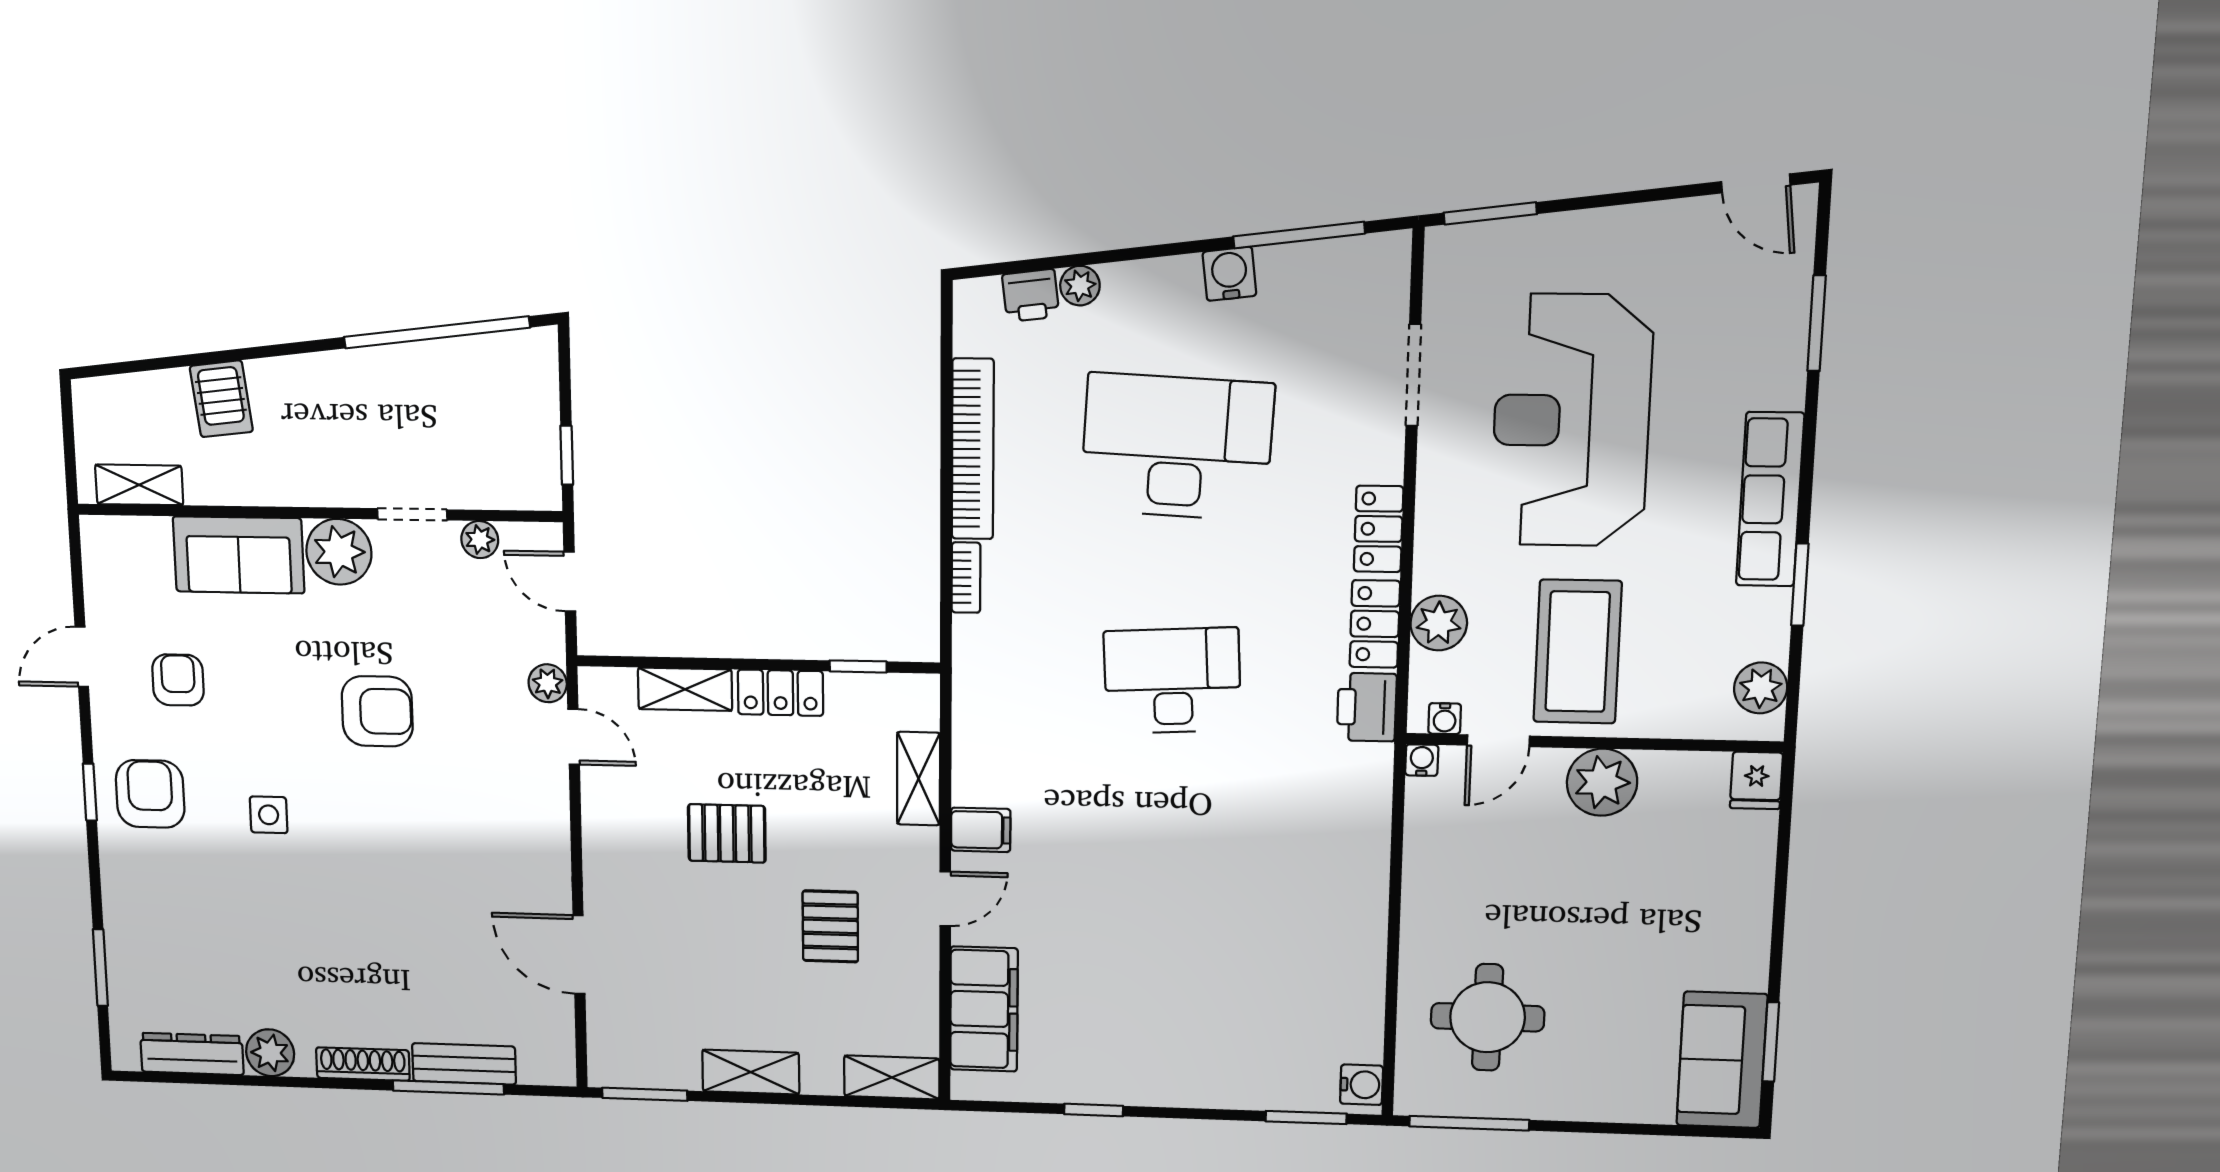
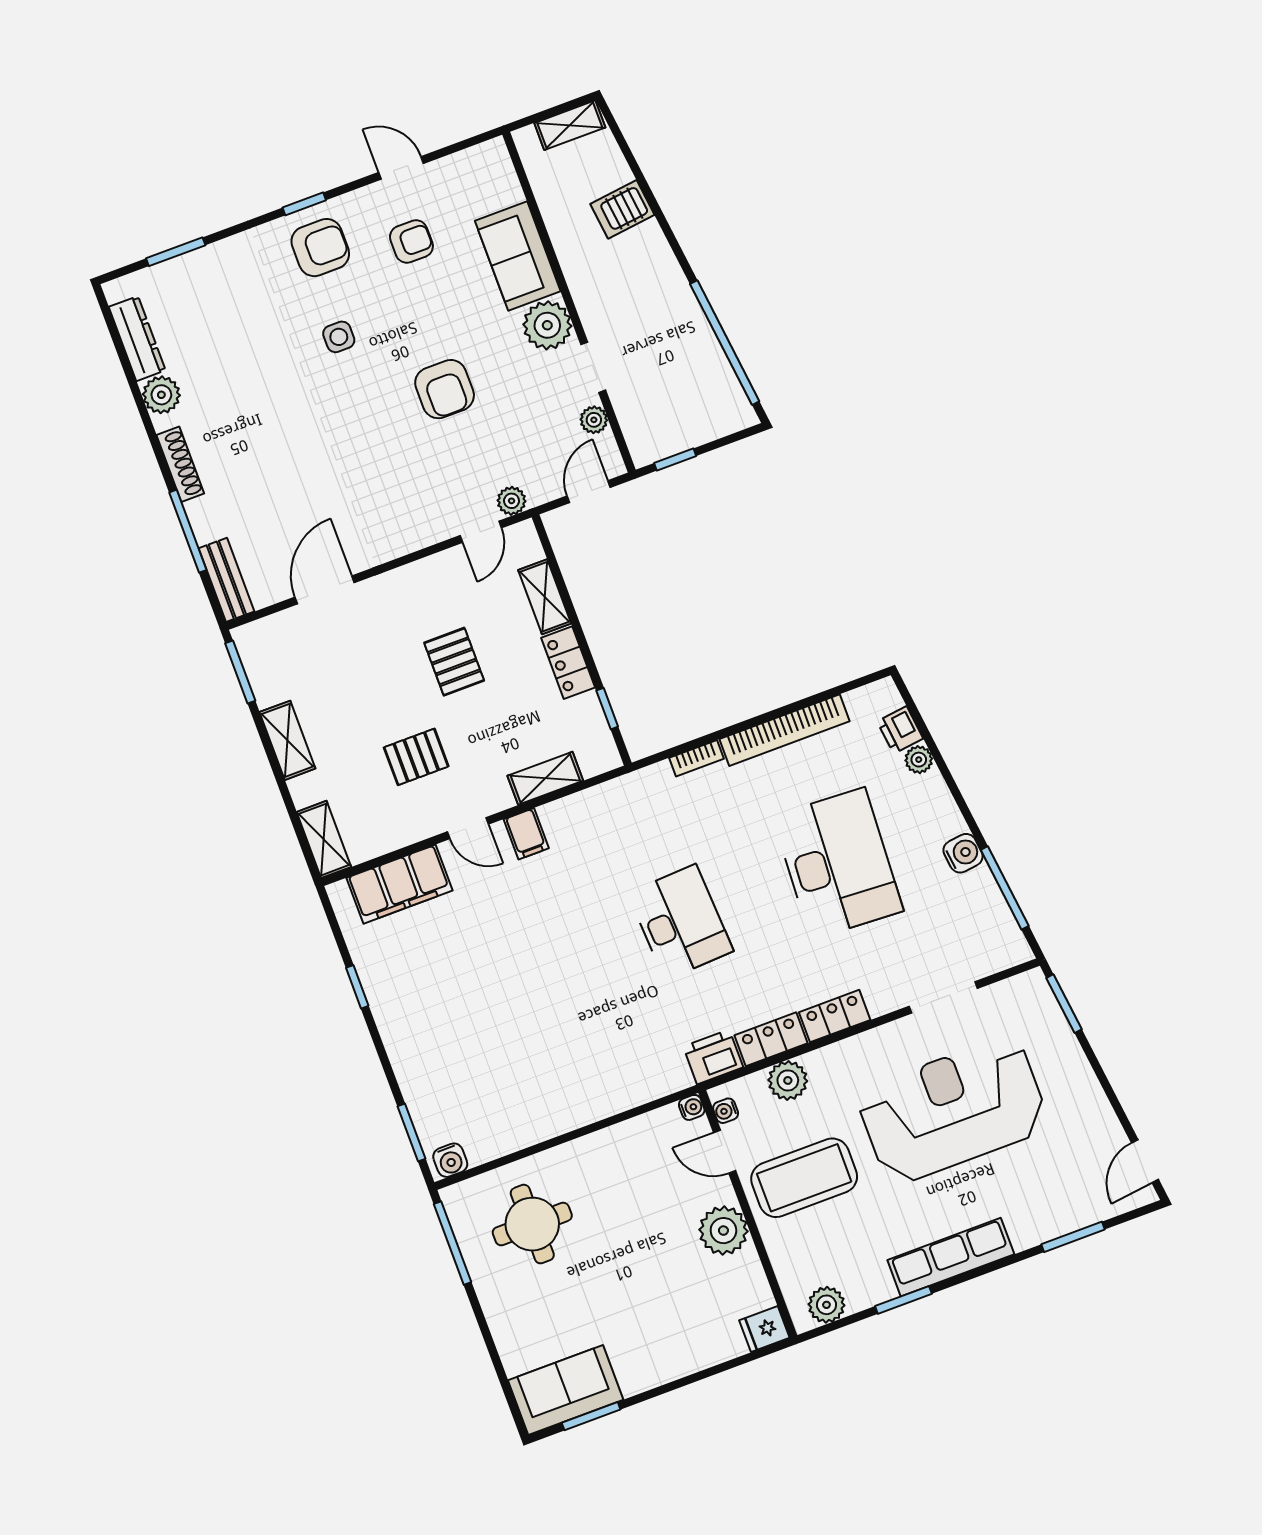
shelving: (139, 485) -> (570, 125), moved, turned 90
bench: (464, 1064) -> (226, 580), moved

